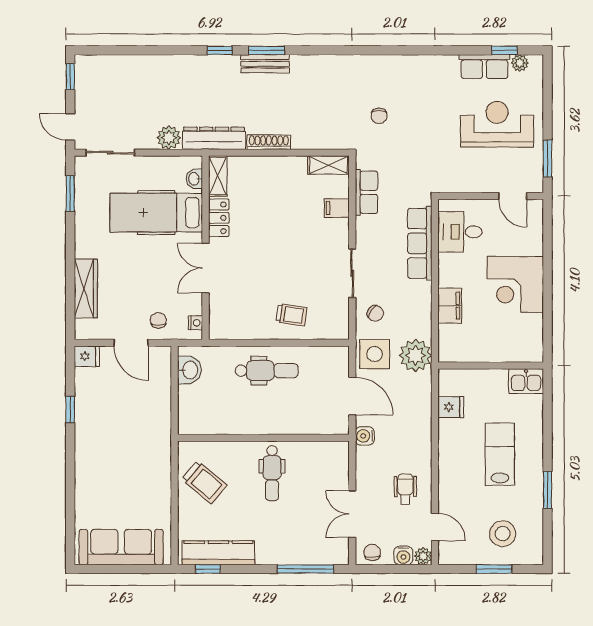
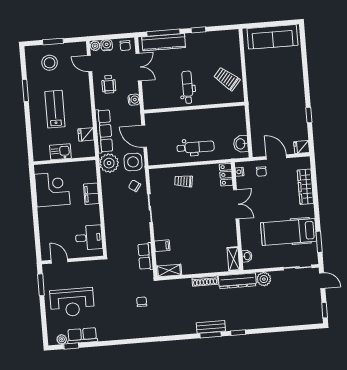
hospital bed: (156, 213) -> (289, 232), moved, turned 180
locker: (219, 218) -> (226, 175), moved
row of seats: (420, 243) -> (104, 131), moved
corner desk: (515, 285) -> (52, 189), moved
dental chair: (267, 371) -> (196, 147), turned 180
kitchen sink: (526, 381) -> (60, 152), moved
water cooler: (365, 436) -> (134, 100), moved
lab bench: (500, 454) -> (55, 109), turned 180
kitchen counter: (218, 553) -> (164, 42), moved
window: (208, 569) -> (198, 30), moved

